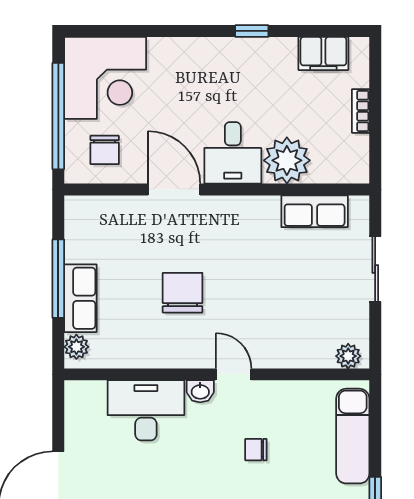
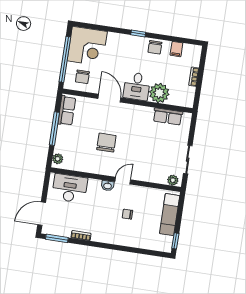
window: (252, 31) -> (138, 34), moved
filing cabinet: (323, 53) -> (176, 49), width x0.50
chair: (261, 57) -> (155, 47), added
sliding door: (375, 269) -> (188, 160), moved
row of seats: (80, 298) -> (67, 111), moved
door: (234, 374) -> (123, 181), hinge flipped
desk: (146, 410) -> (70, 188), moved

